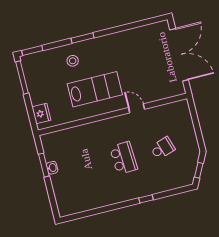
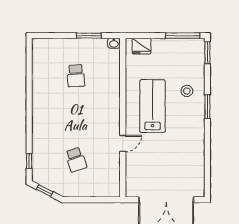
lab bench: (95, 89) -> (153, 106), turned 180
school desk: (123, 158) -> (76, 76), moved, width x0.54
washbasin: (52, 168) -> (114, 43), moved
window: (146, 199) -> (29, 161), moved

